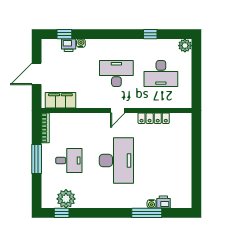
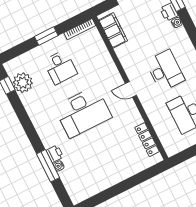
locker: (154, 118) -> (147, 140), moved
window: (37, 159) -> (46, 36), width x0.69
printer: (163, 202) -> (55, 154), moved

